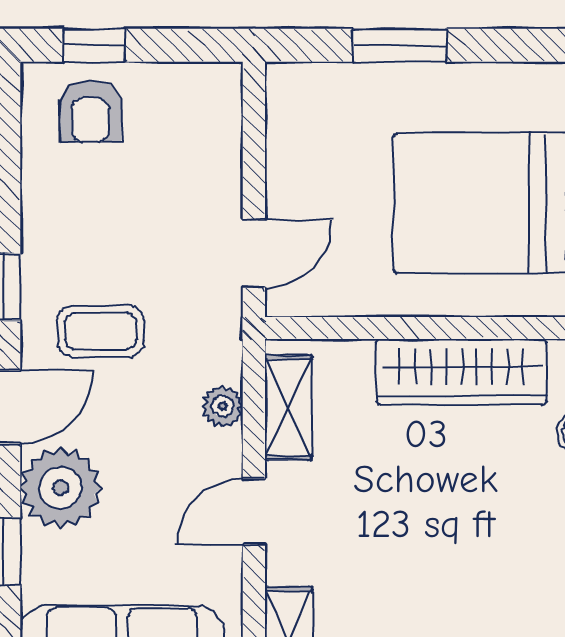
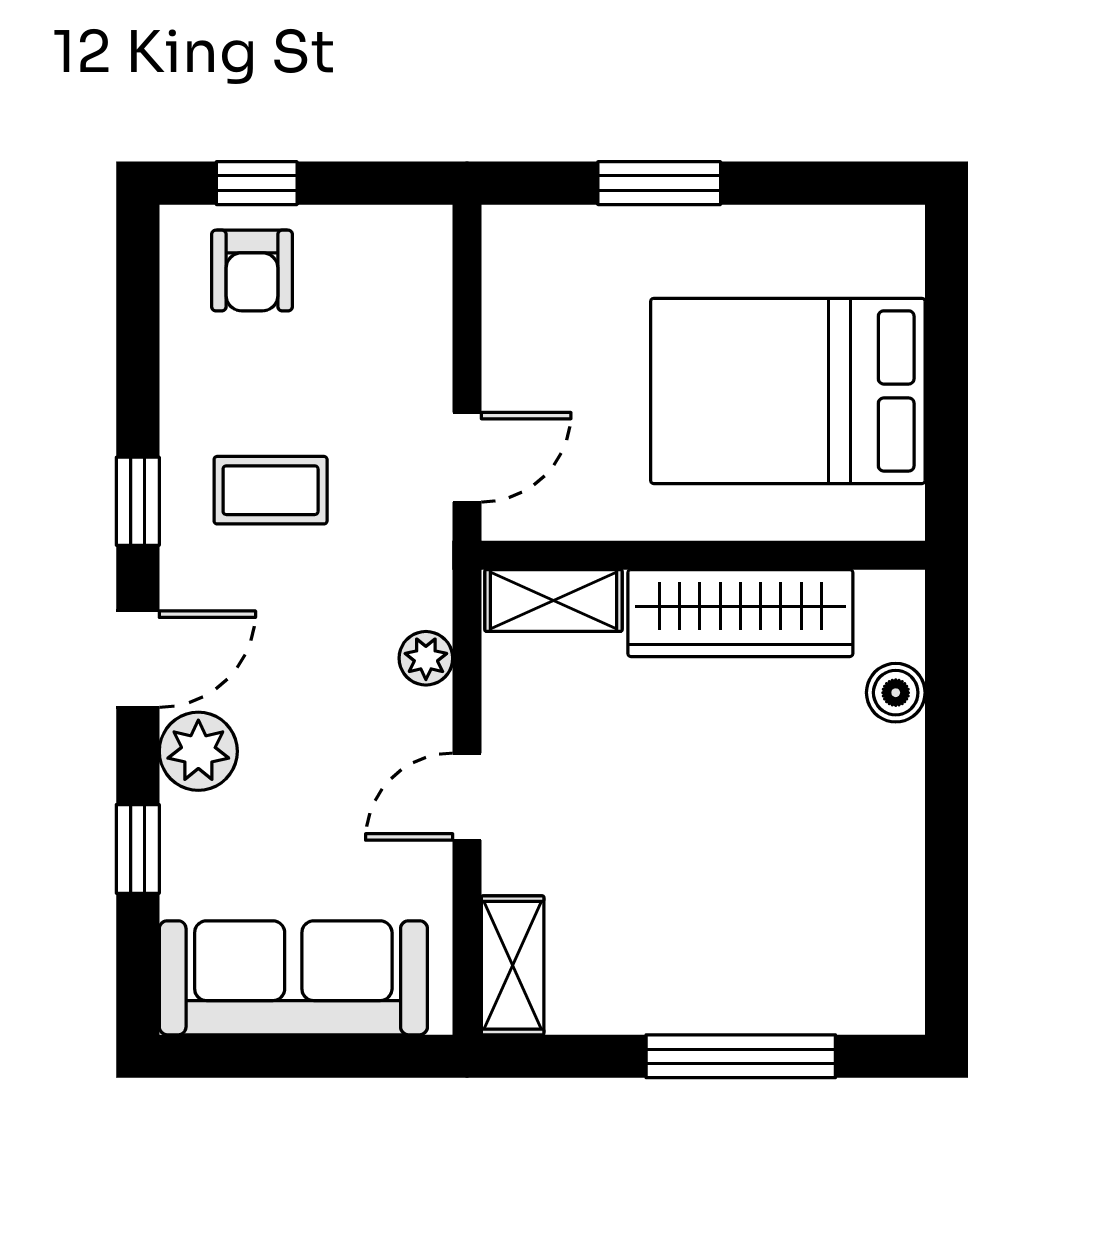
coffee table: (101, 331) -> (271, 490), moved
shelving: (288, 407) -> (553, 601), moved, turned 90
plant: (61, 488) -> (198, 751), width x0.73, depth x0.73

